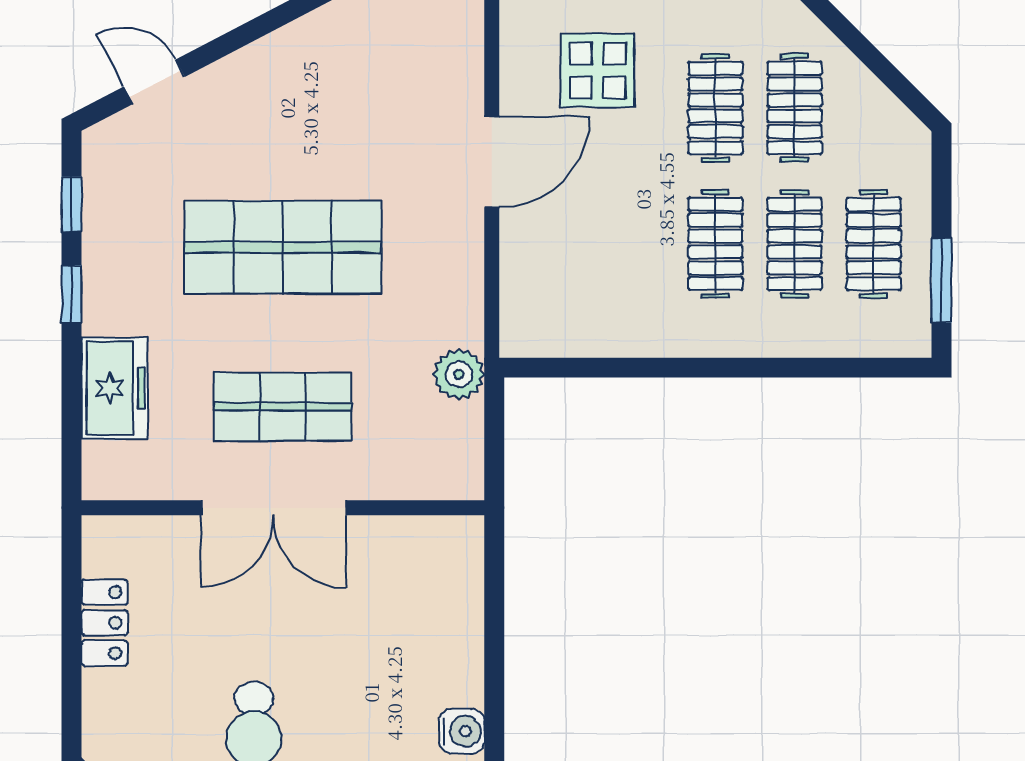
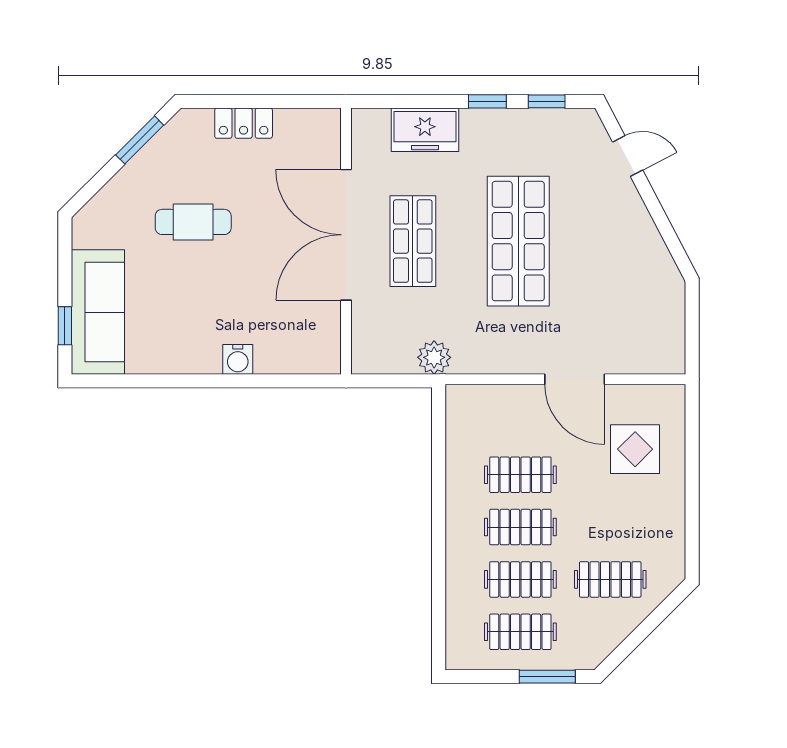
door: (154, 82) -> (628, 156), hinge flipped
clothes rail: (715, 108) -> (520, 475), moved
window: (941, 281) -> (547, 677), moved
double door: (273, 508) -> (346, 235), width x1.36
locker: (105, 623) -> (244, 123), moved
water cooler: (462, 731) -> (238, 359), moved

